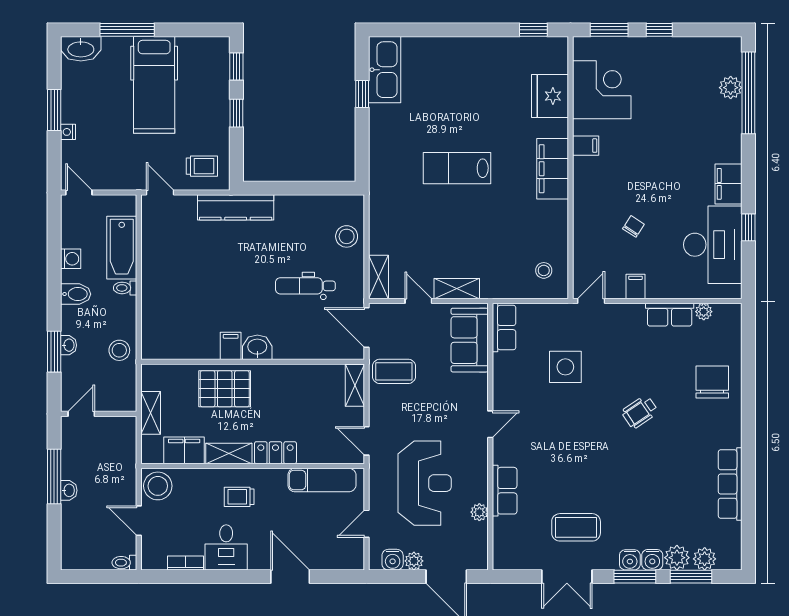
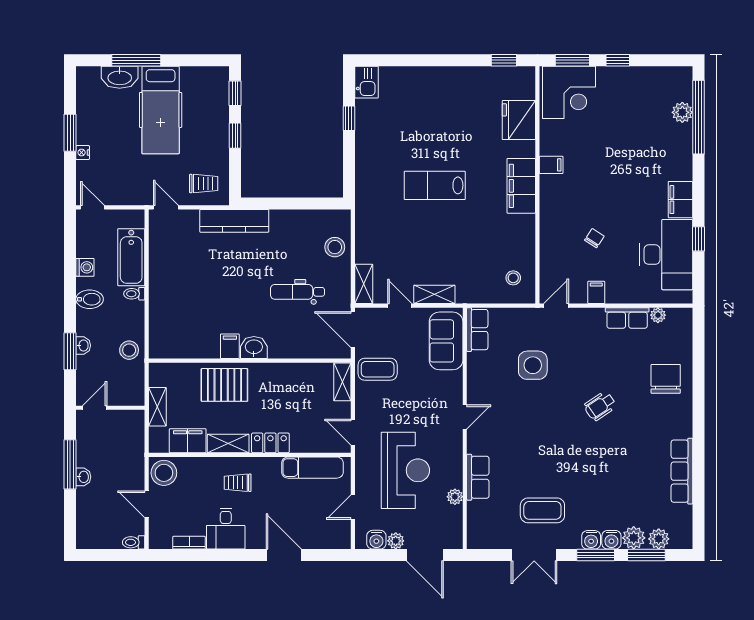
washbasin: (81, 49) -> (120, 77), moved
kitchen sink: (385, 70) -> (366, 82), width x0.53, depth x0.81
corner desk: (602, 90) -> (569, 92), moved, turned 90

